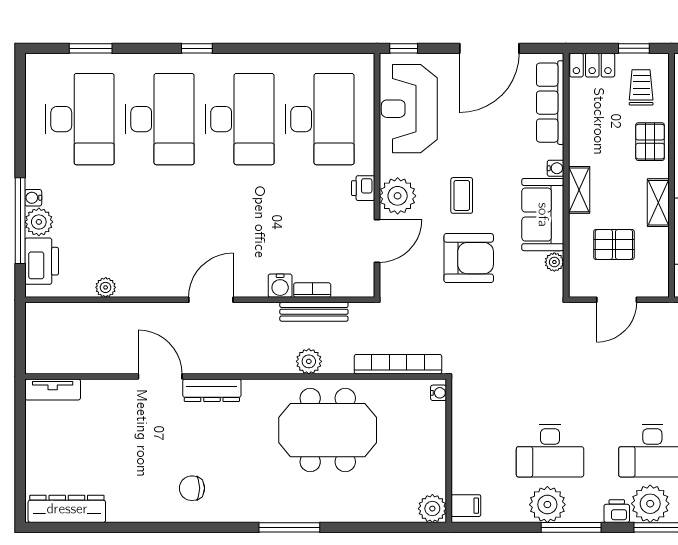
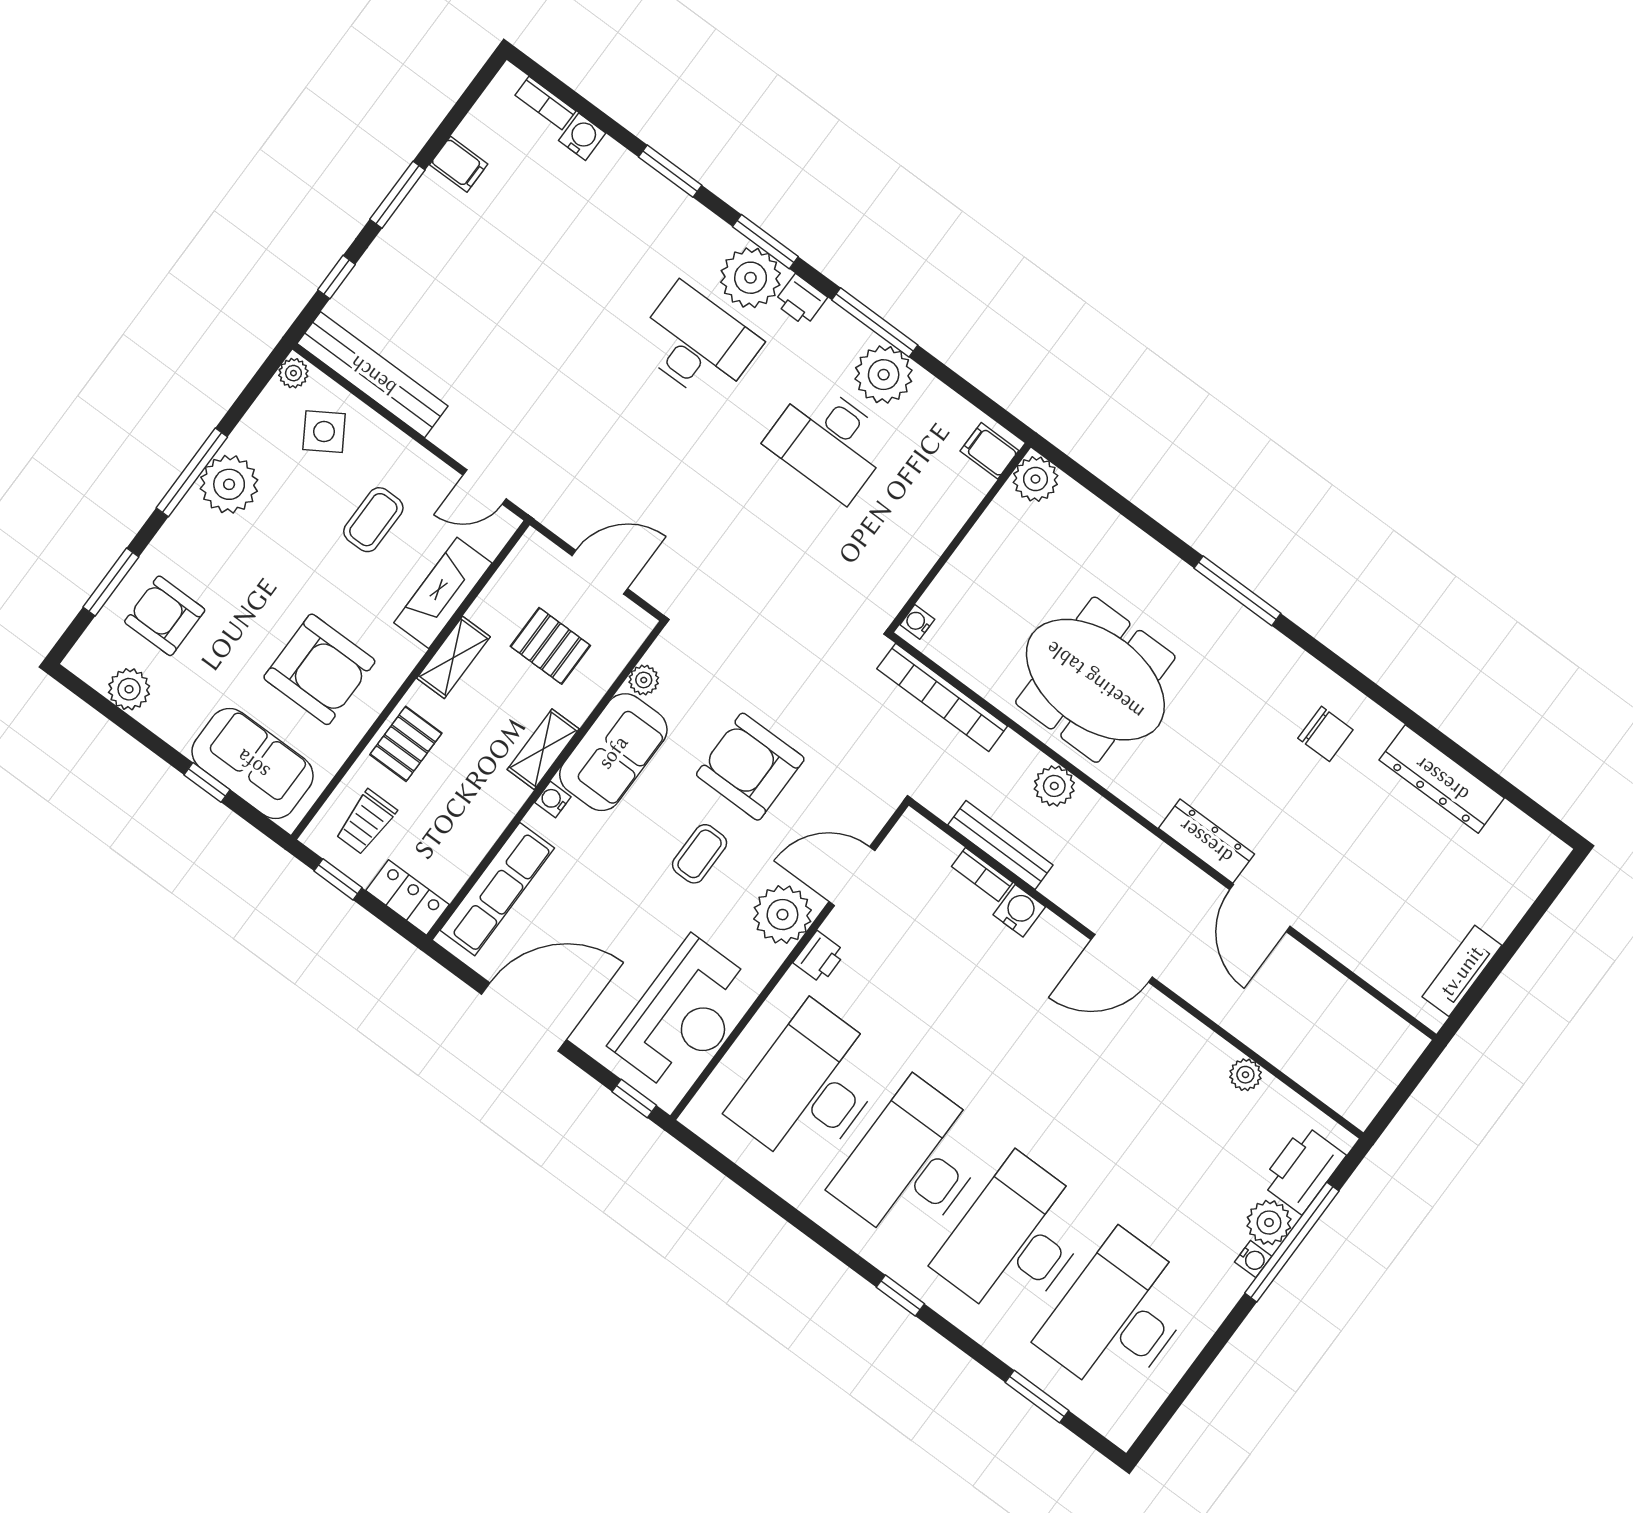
tv unit: (53, 389) -> (1462, 971), moved, turned -90
desk: (550, 451) -> (829, 441), turned 180
dresser: (67, 509) -> (1442, 779), moved

